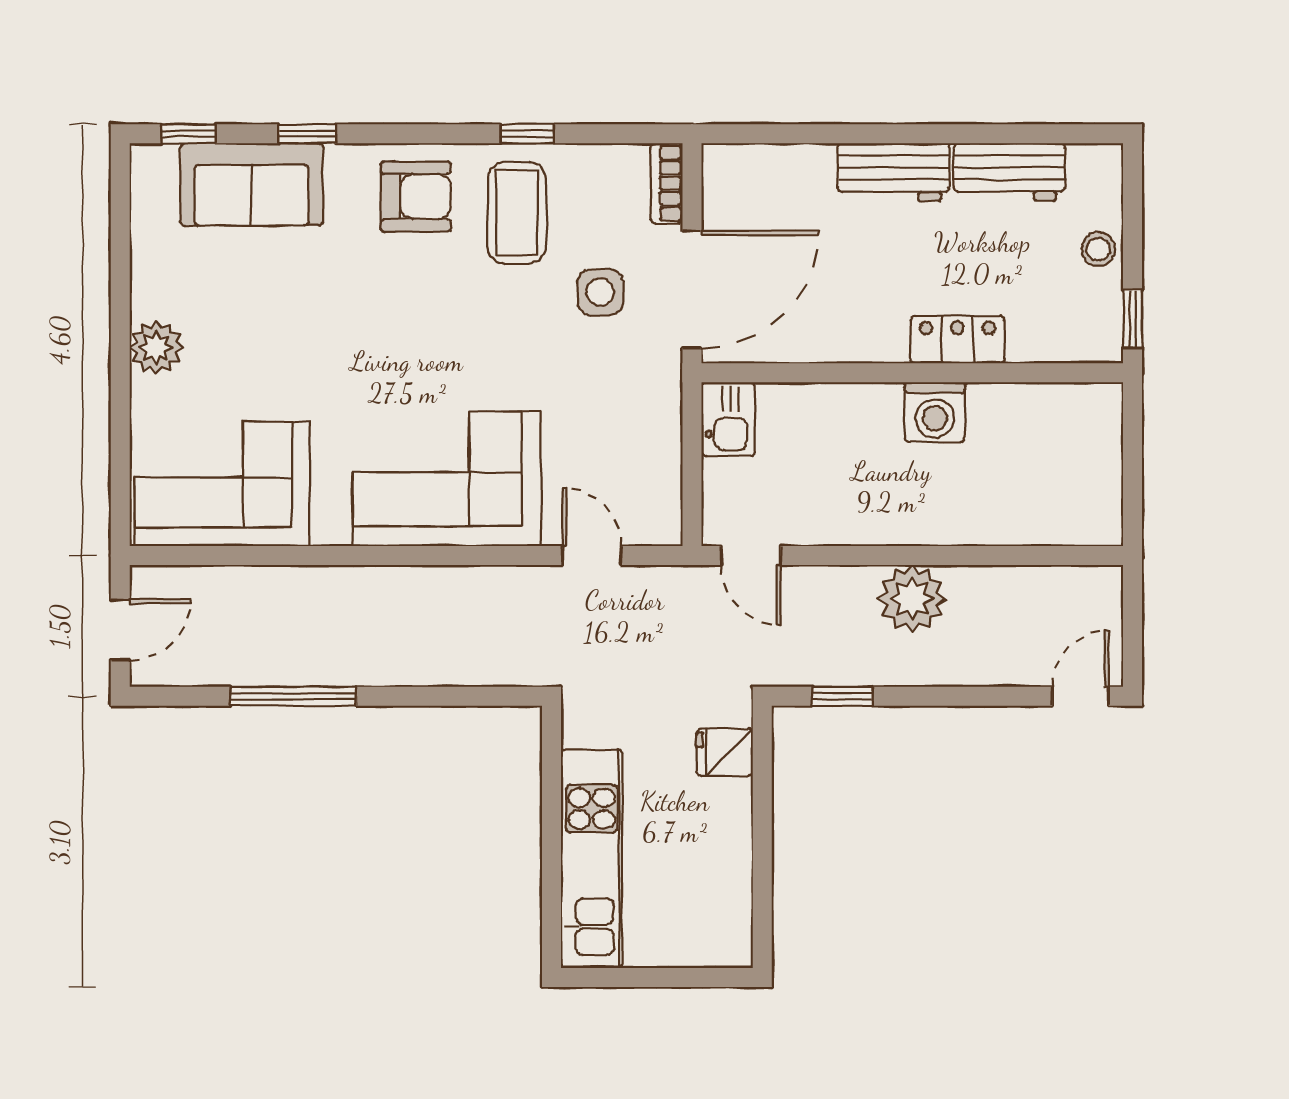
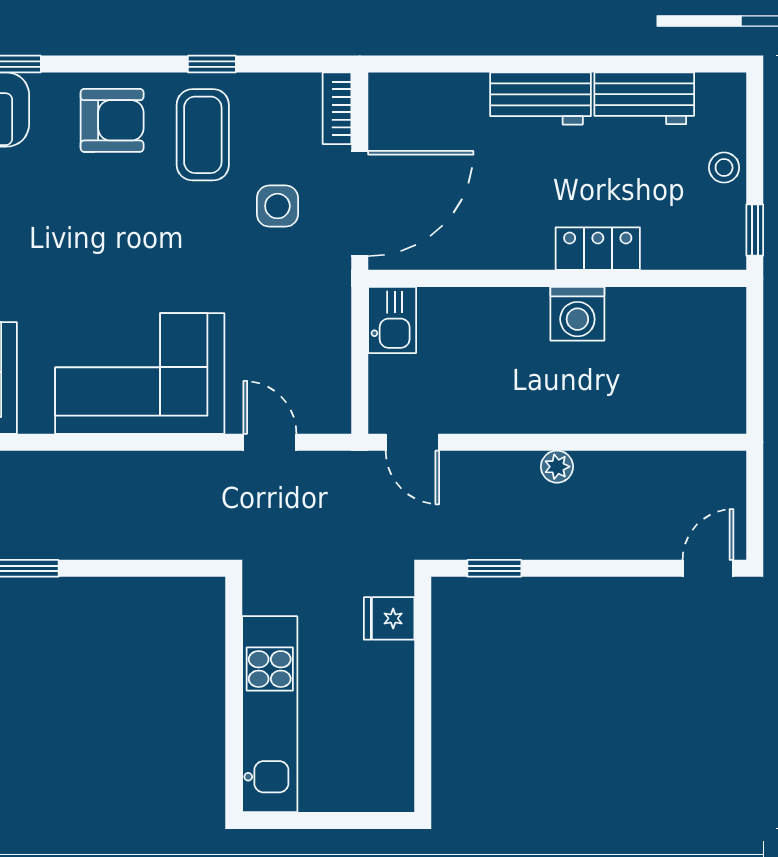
plant: (912, 599) -> (557, 467), width x0.53, depth x0.53

